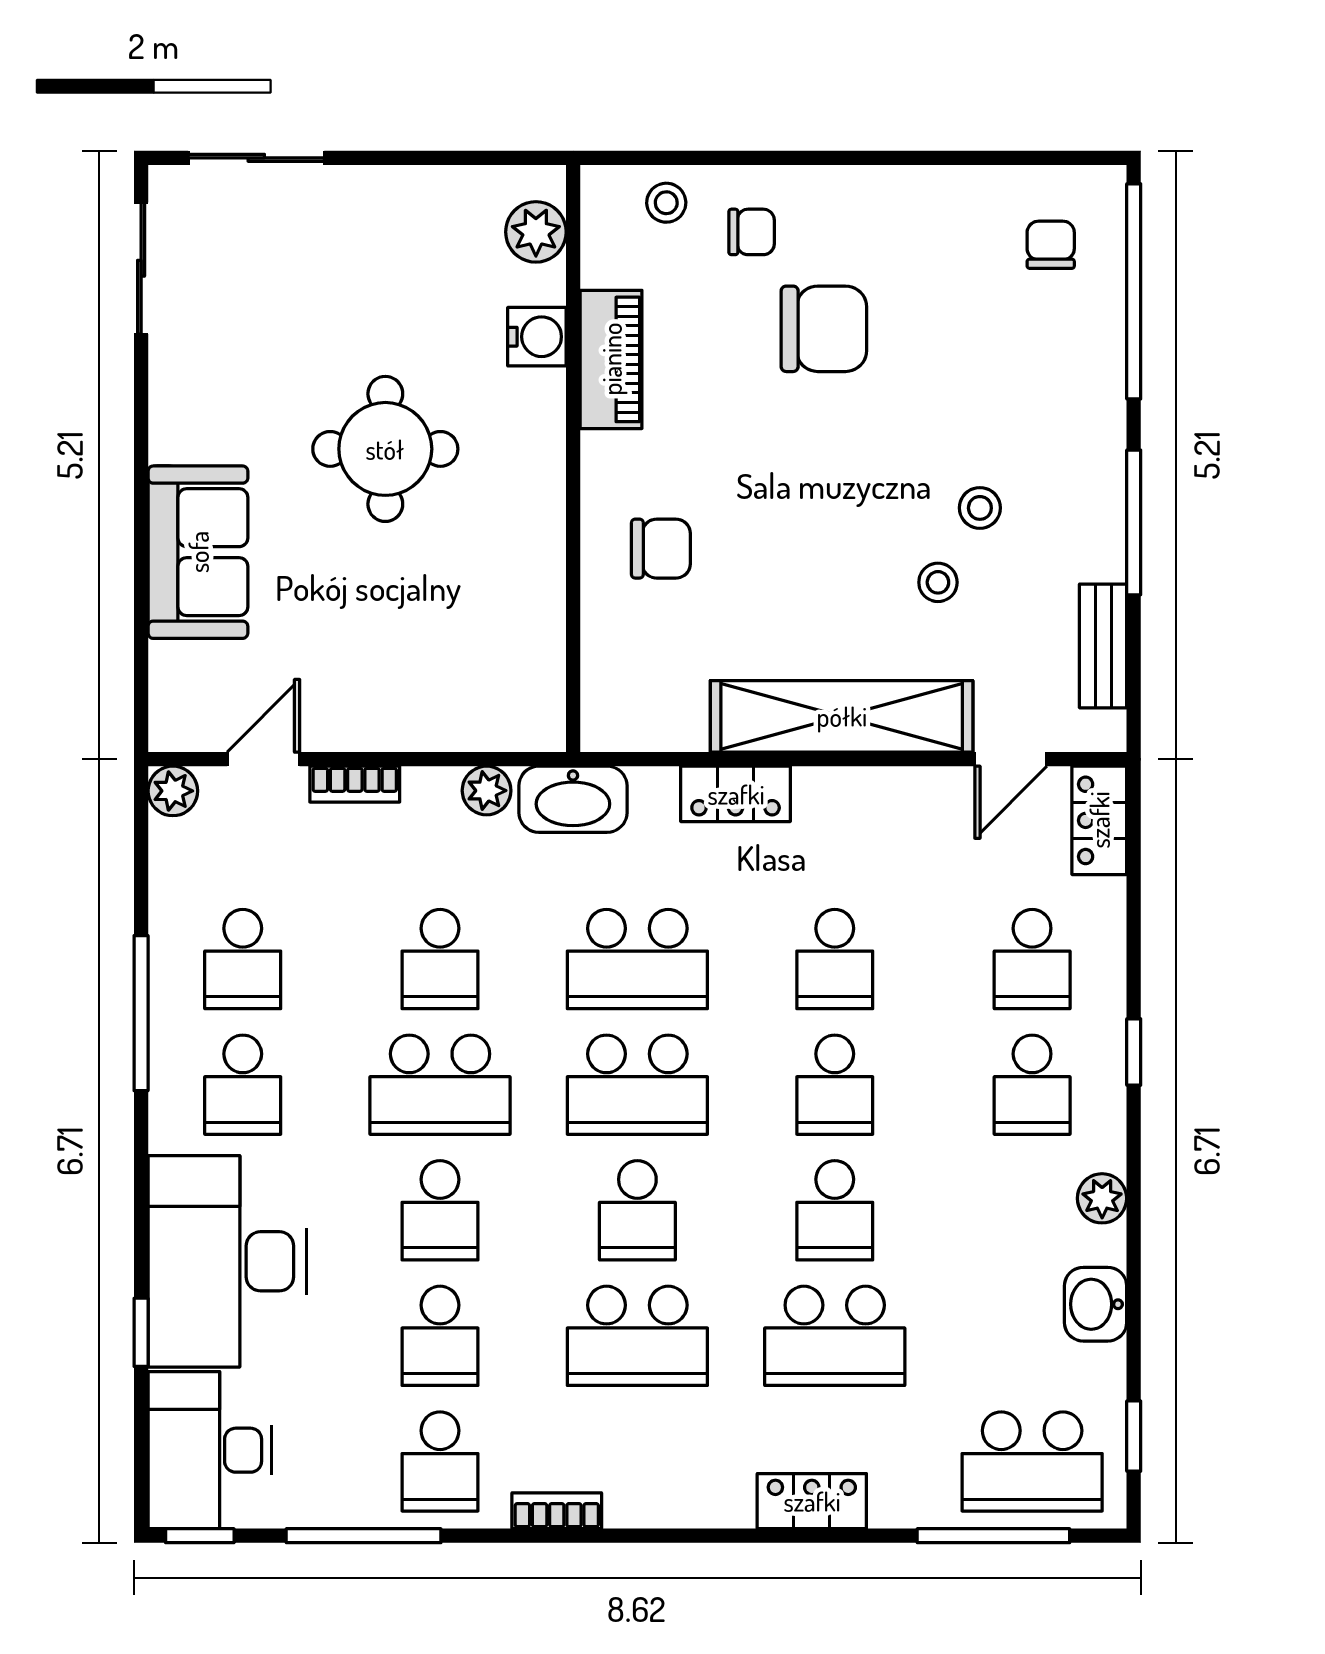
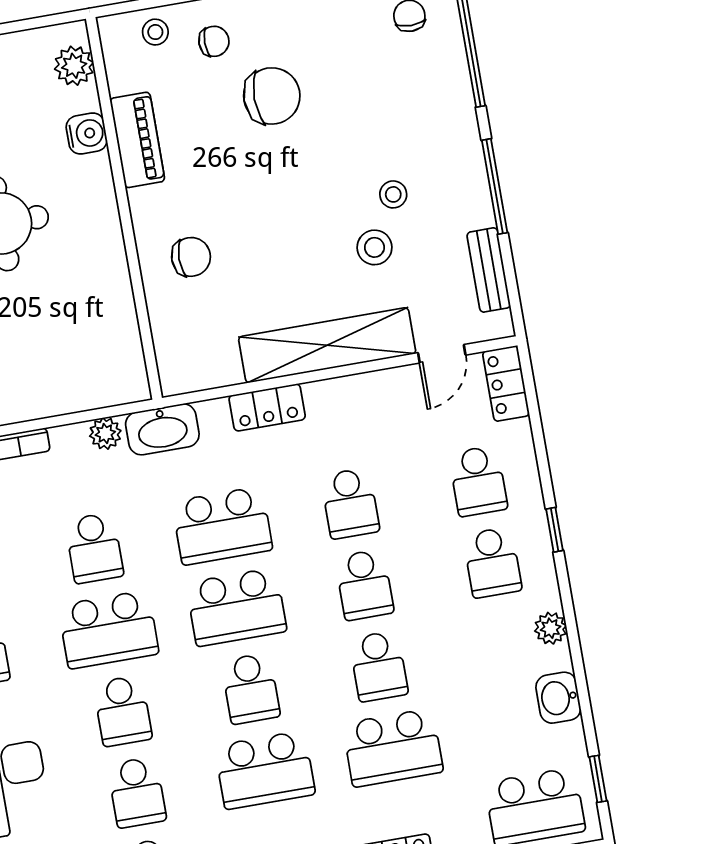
stool: (938, 582) -> (374, 247), width x1.37, depth x1.37

